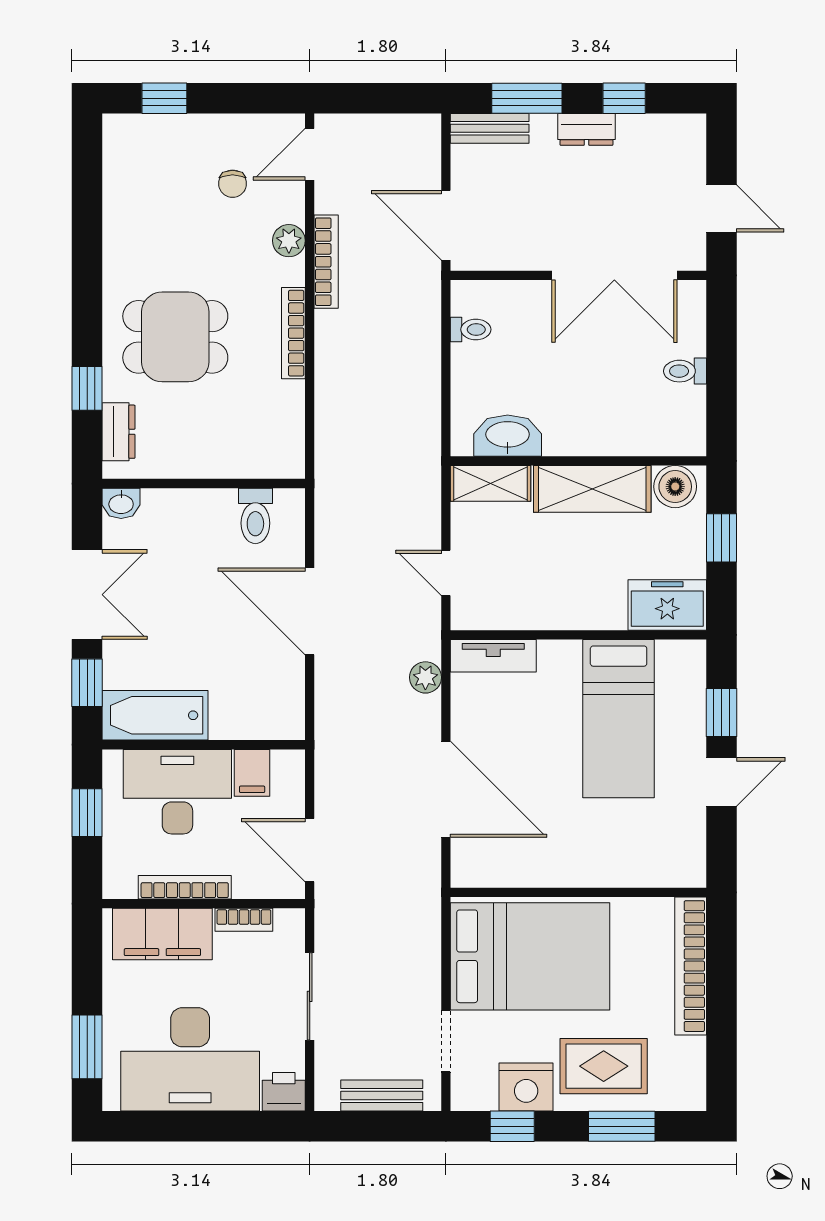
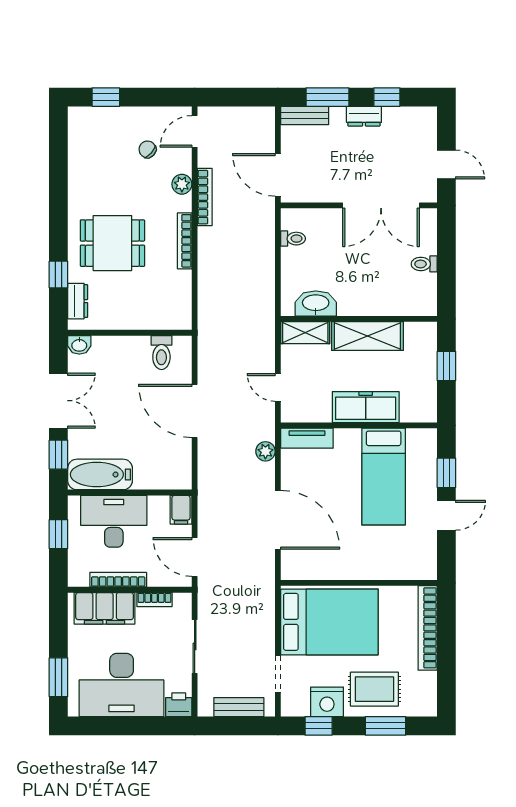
chair: (233, 184) -> (147, 149), turned 132
boiler: (675, 487) -> (418, 335), removed
freezer: (667, 605) -> (366, 407), moved, width x1.40
filing cabinet: (252, 773) -> (181, 510), moved

